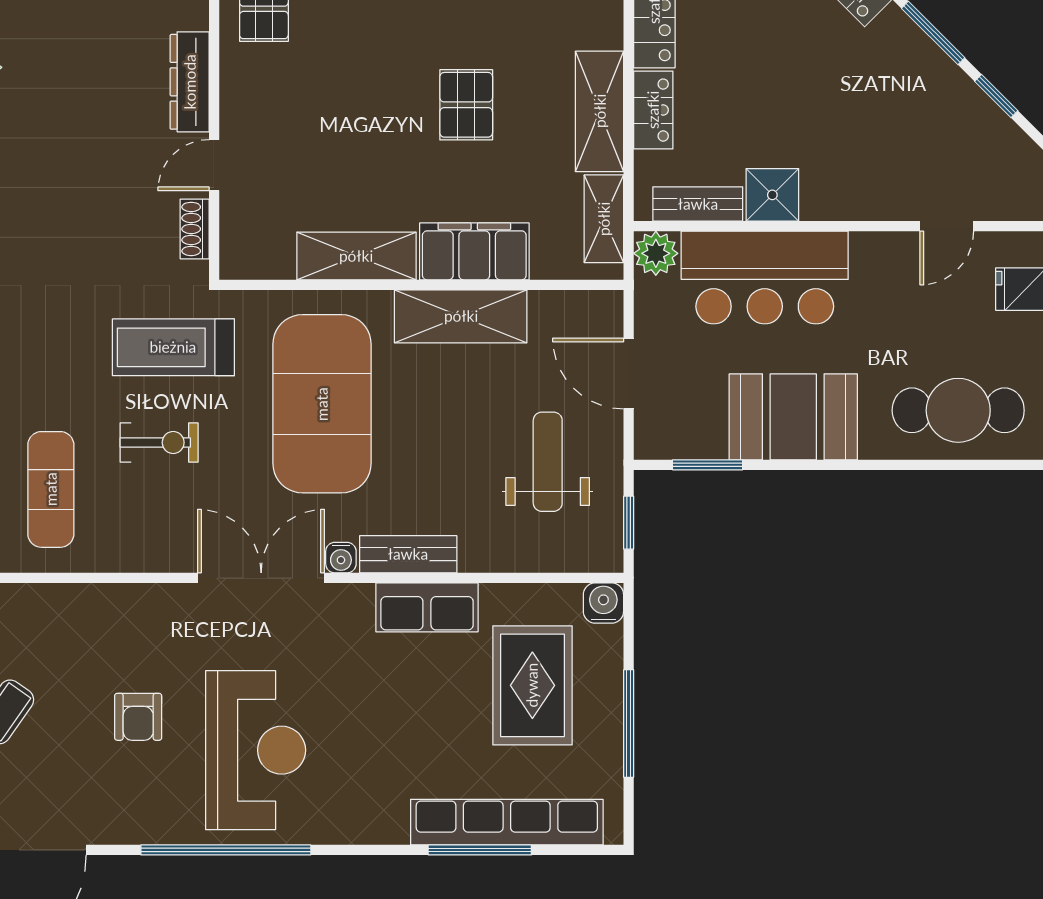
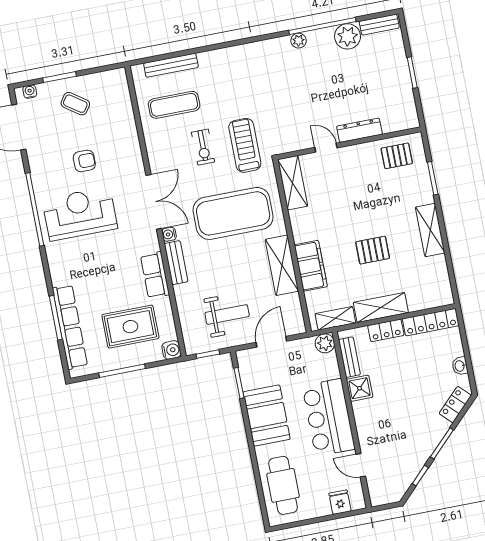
shoe rack: (195, 229) -> (297, 145), removed
shelving: (356, 256) -> (293, 183), moved
bar counter: (765, 278) -> (329, 417), moved
armchair: (138, 717) -> (84, 161), turned 180
reception desk: (256, 750) -> (80, 214), turned 180

